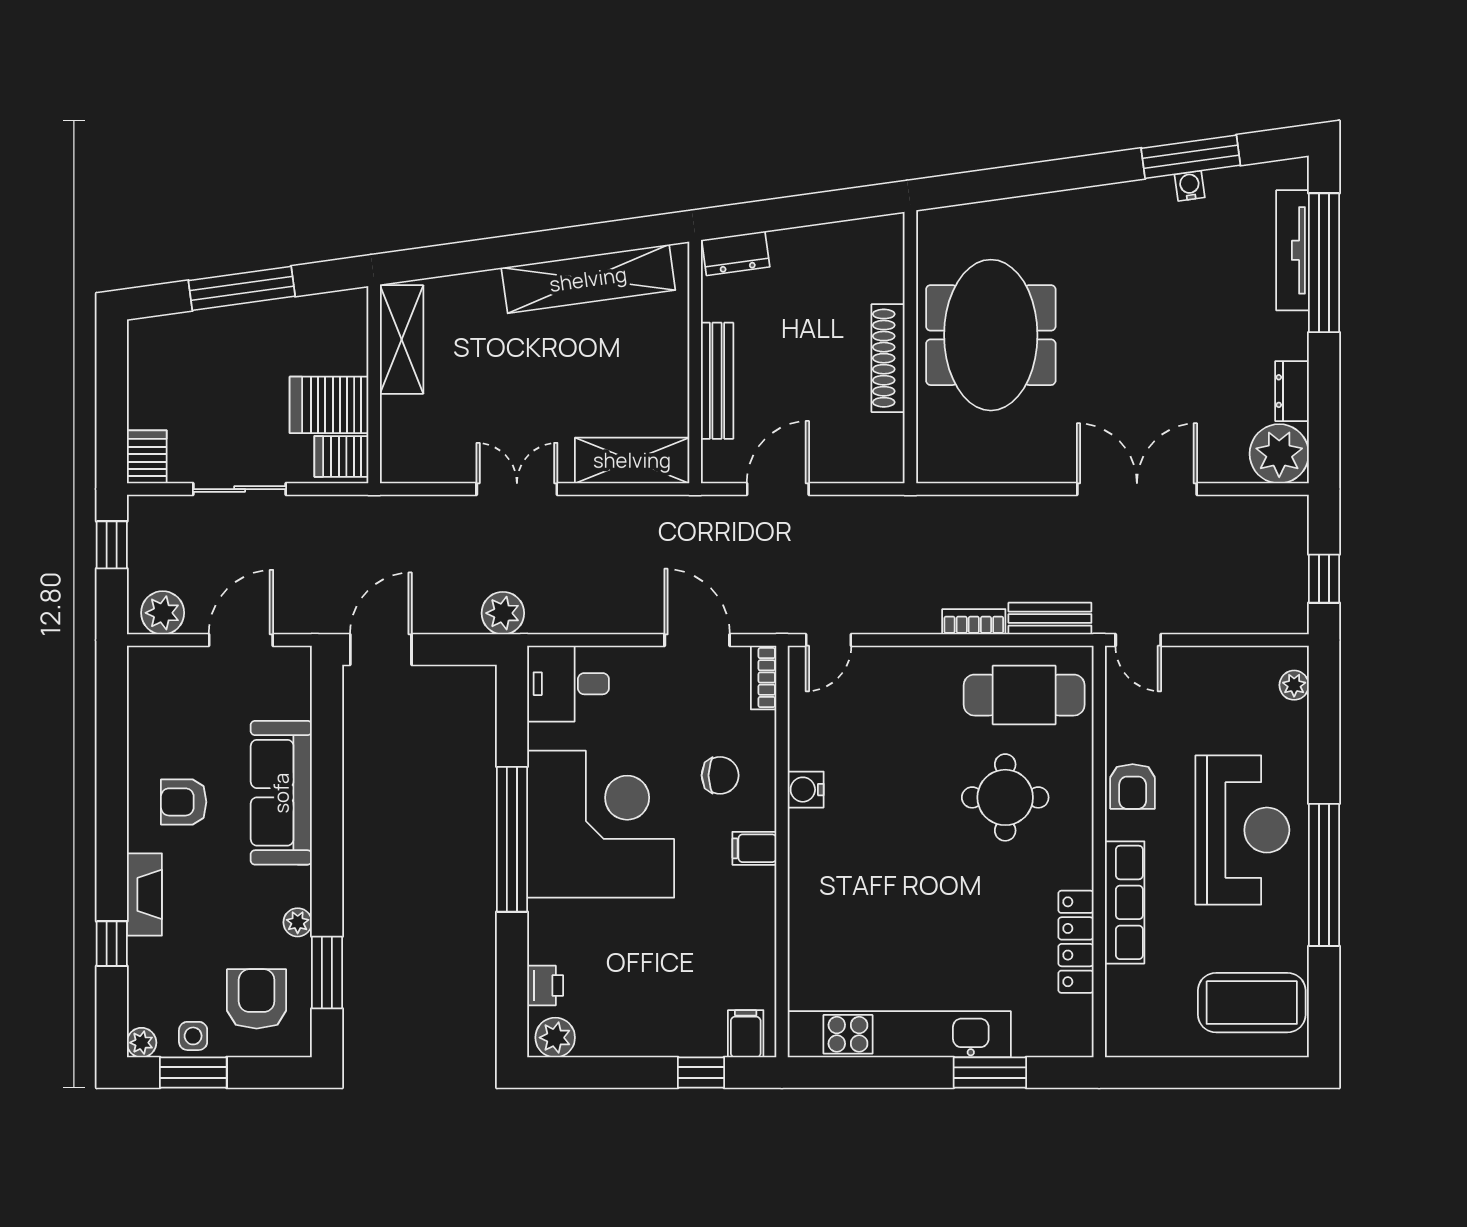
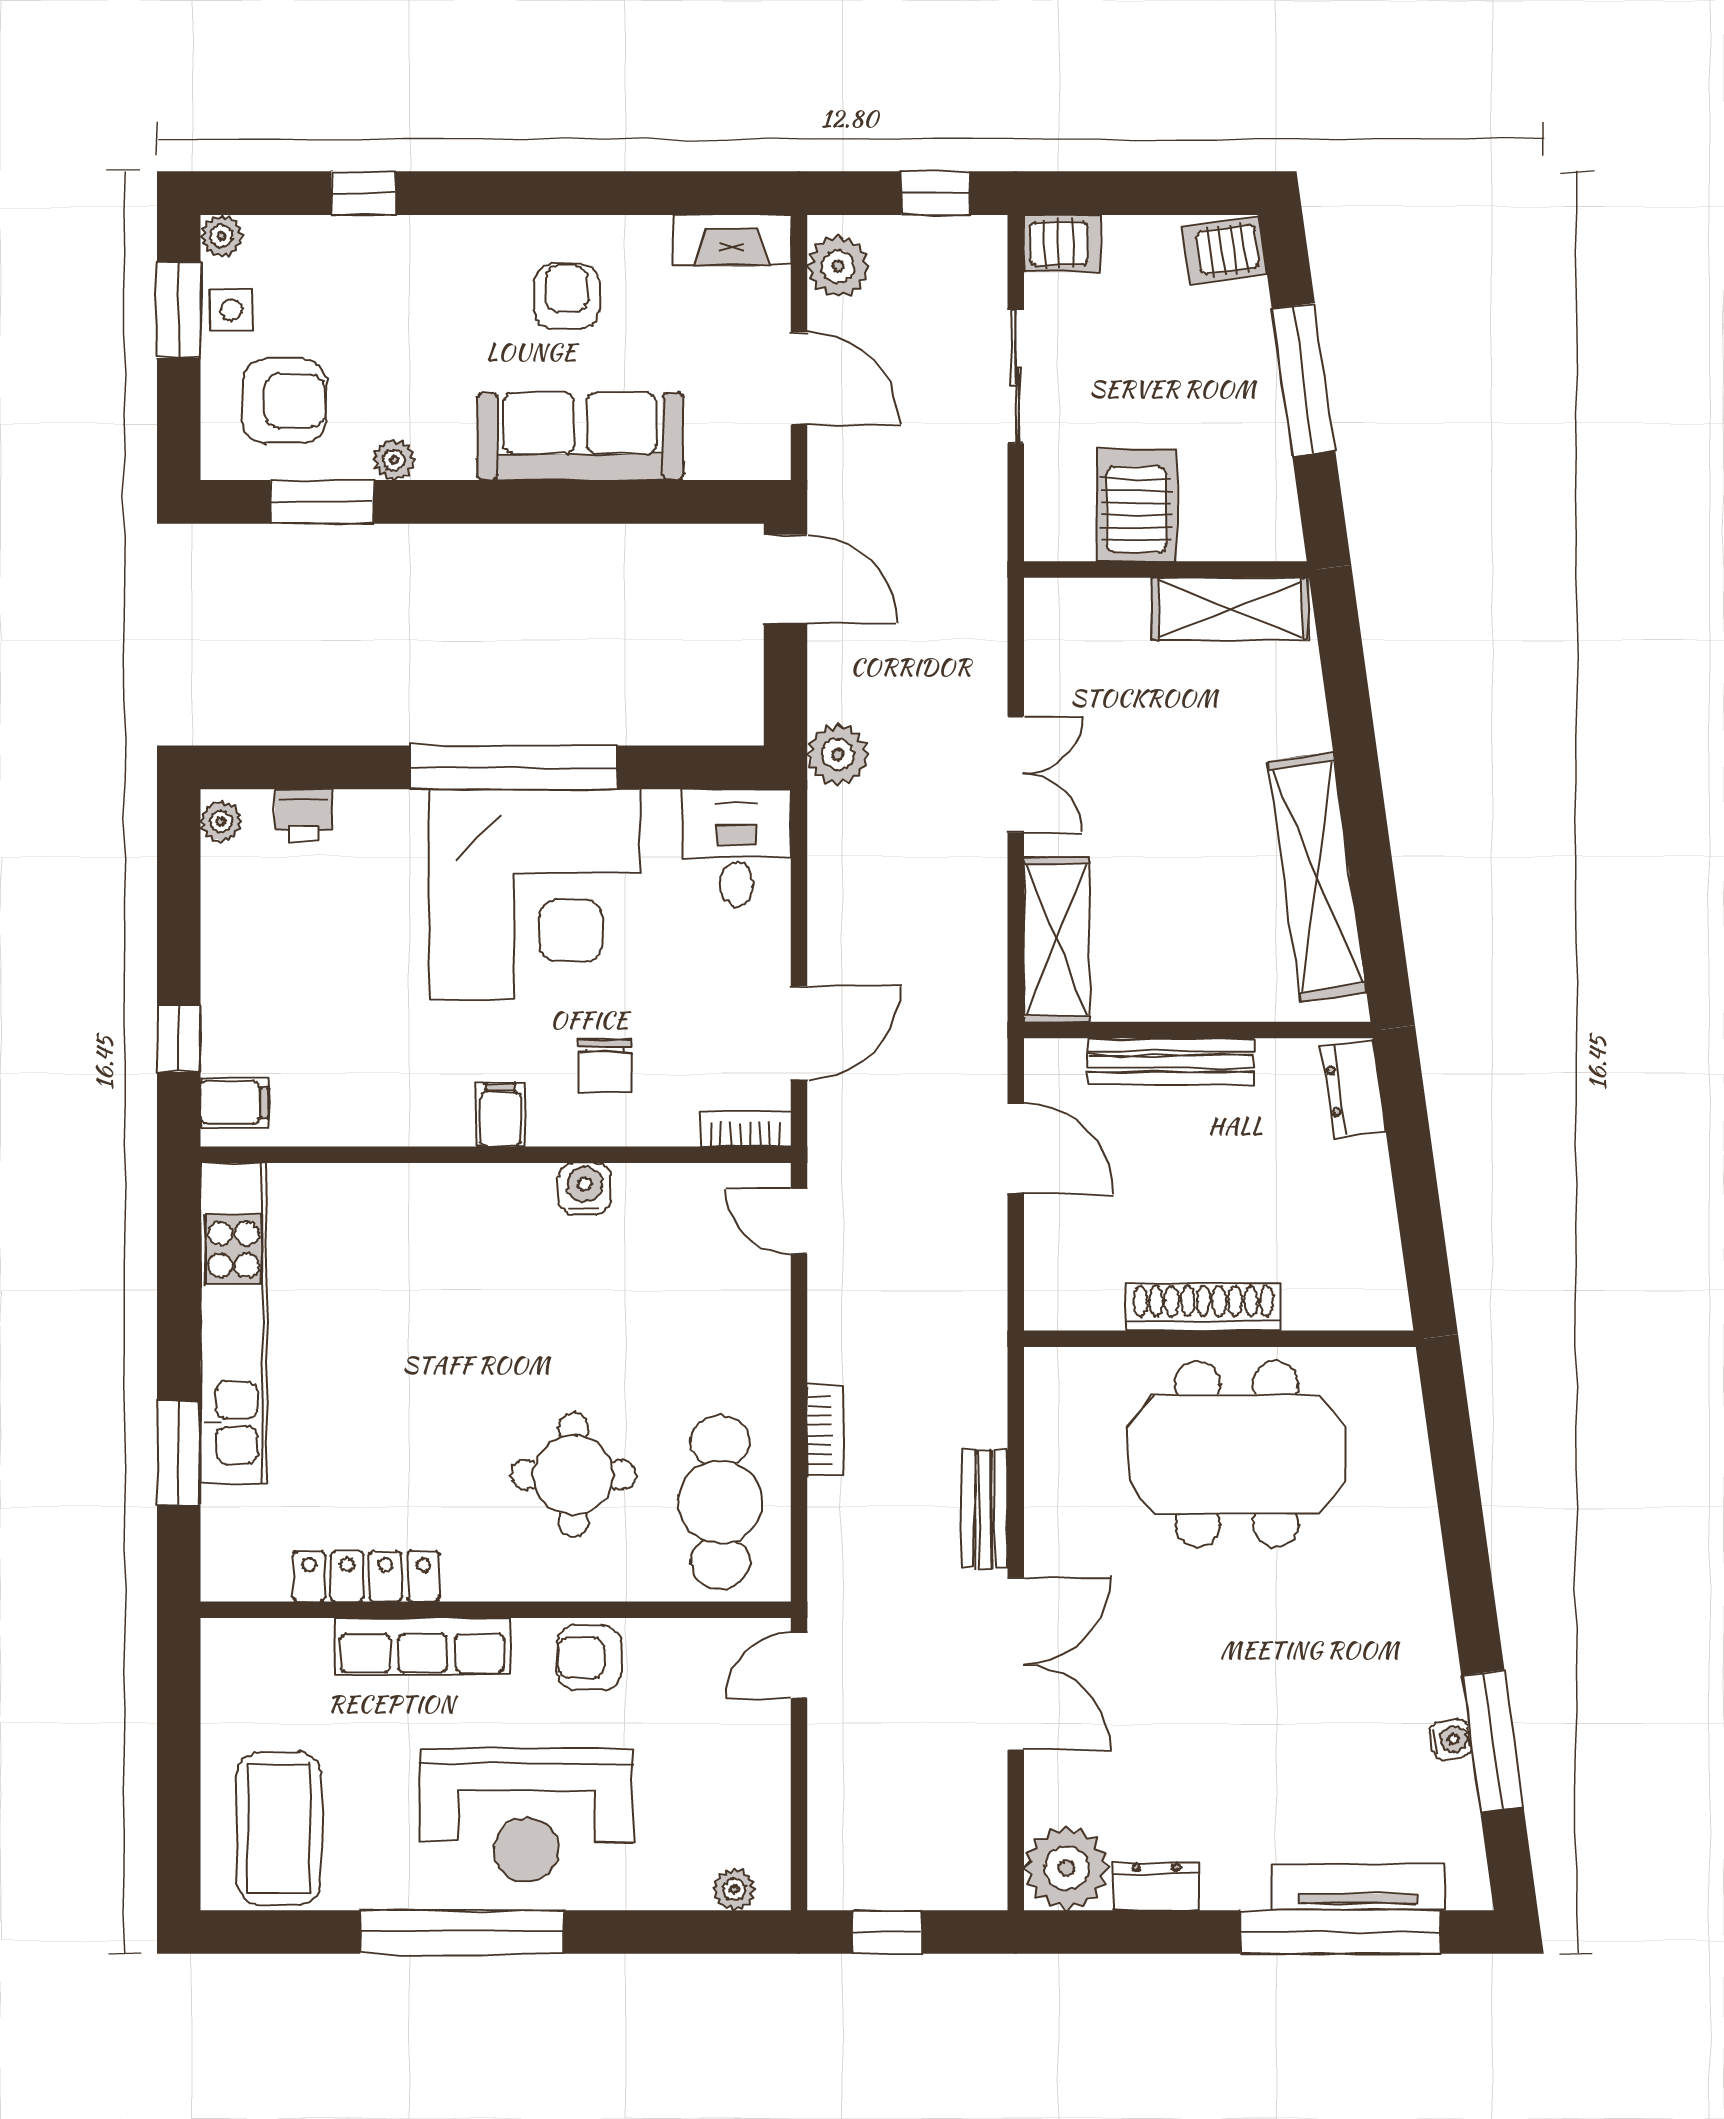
server rack: (341, 456) -> (1224, 250), moved, turned -98
bench: (1050, 619) -> (985, 1509), moved
fireplace: (144, 894) -> (732, 240), moved
plant: (555, 1038) -> (221, 822), width x0.73, depth x0.73

